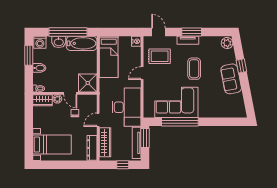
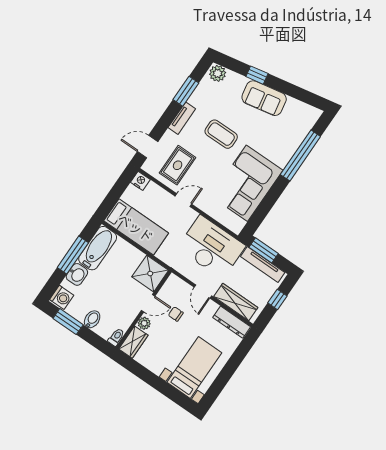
window: (68, 32) -> (73, 255), width x0.68
window: (192, 32) -> (186, 91), moved
door: (142, 73) -> (183, 200), swing flipped
window: (180, 122) -> (300, 155), moved

